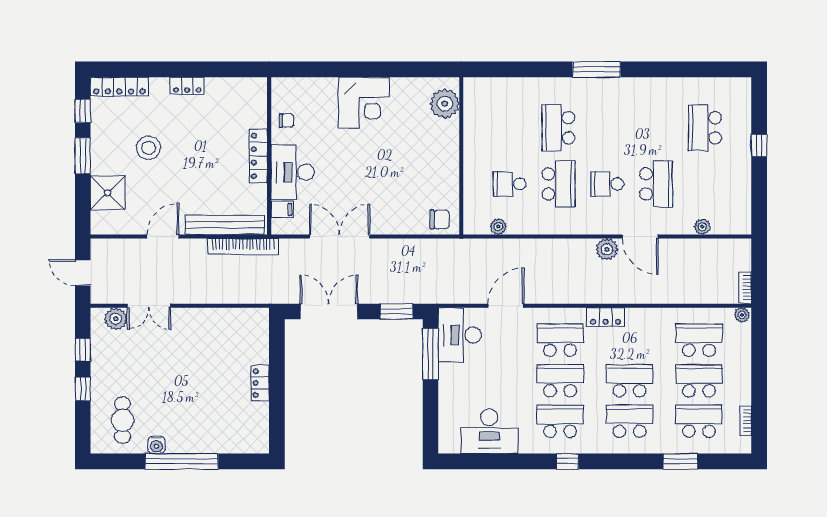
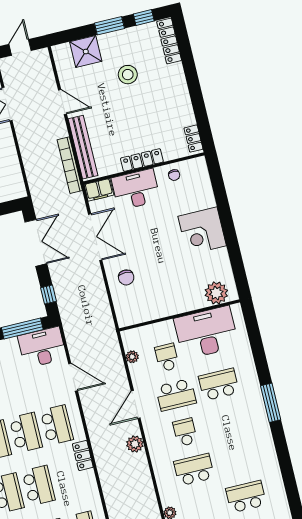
locker: (187, 86) -> (193, 139), moved
desk: (491, 128) -> (206, 333), added
school desk: (656, 184) -> (194, 470), turned 180
filing cabinet: (282, 209) -> (99, 190), width x2.00
chair: (440, 219) -> (126, 277), moved
door: (640, 237) -> (136, 404), moved
window: (396, 311) -> (48, 294), width x0.67

